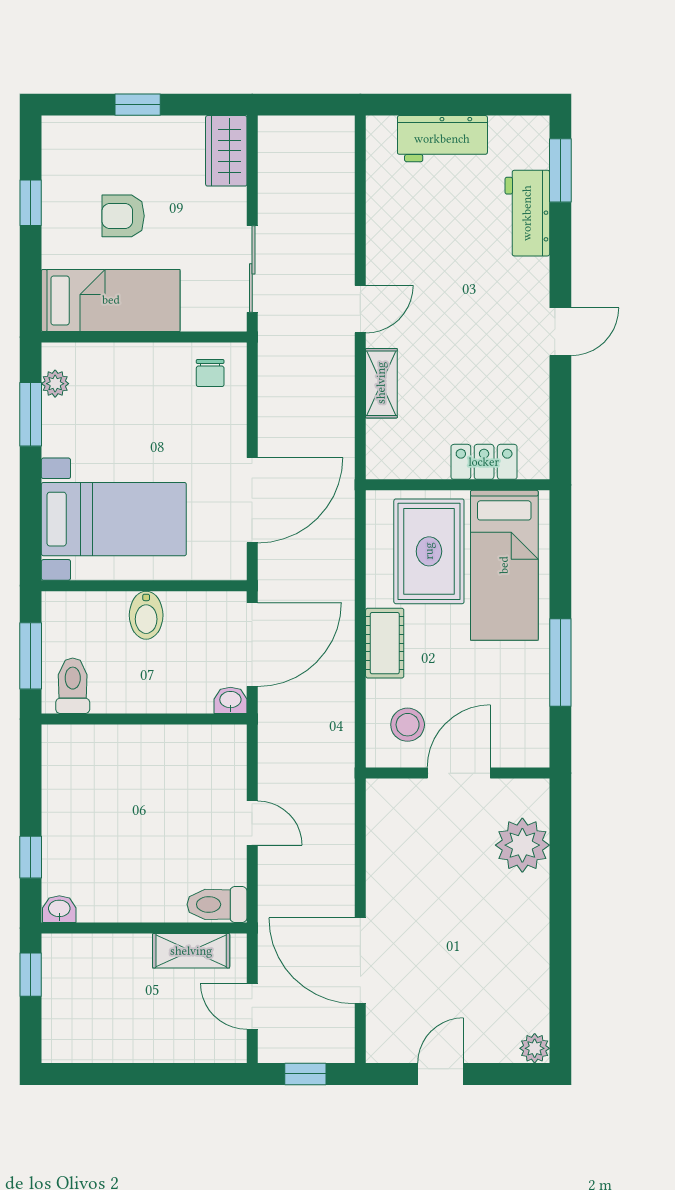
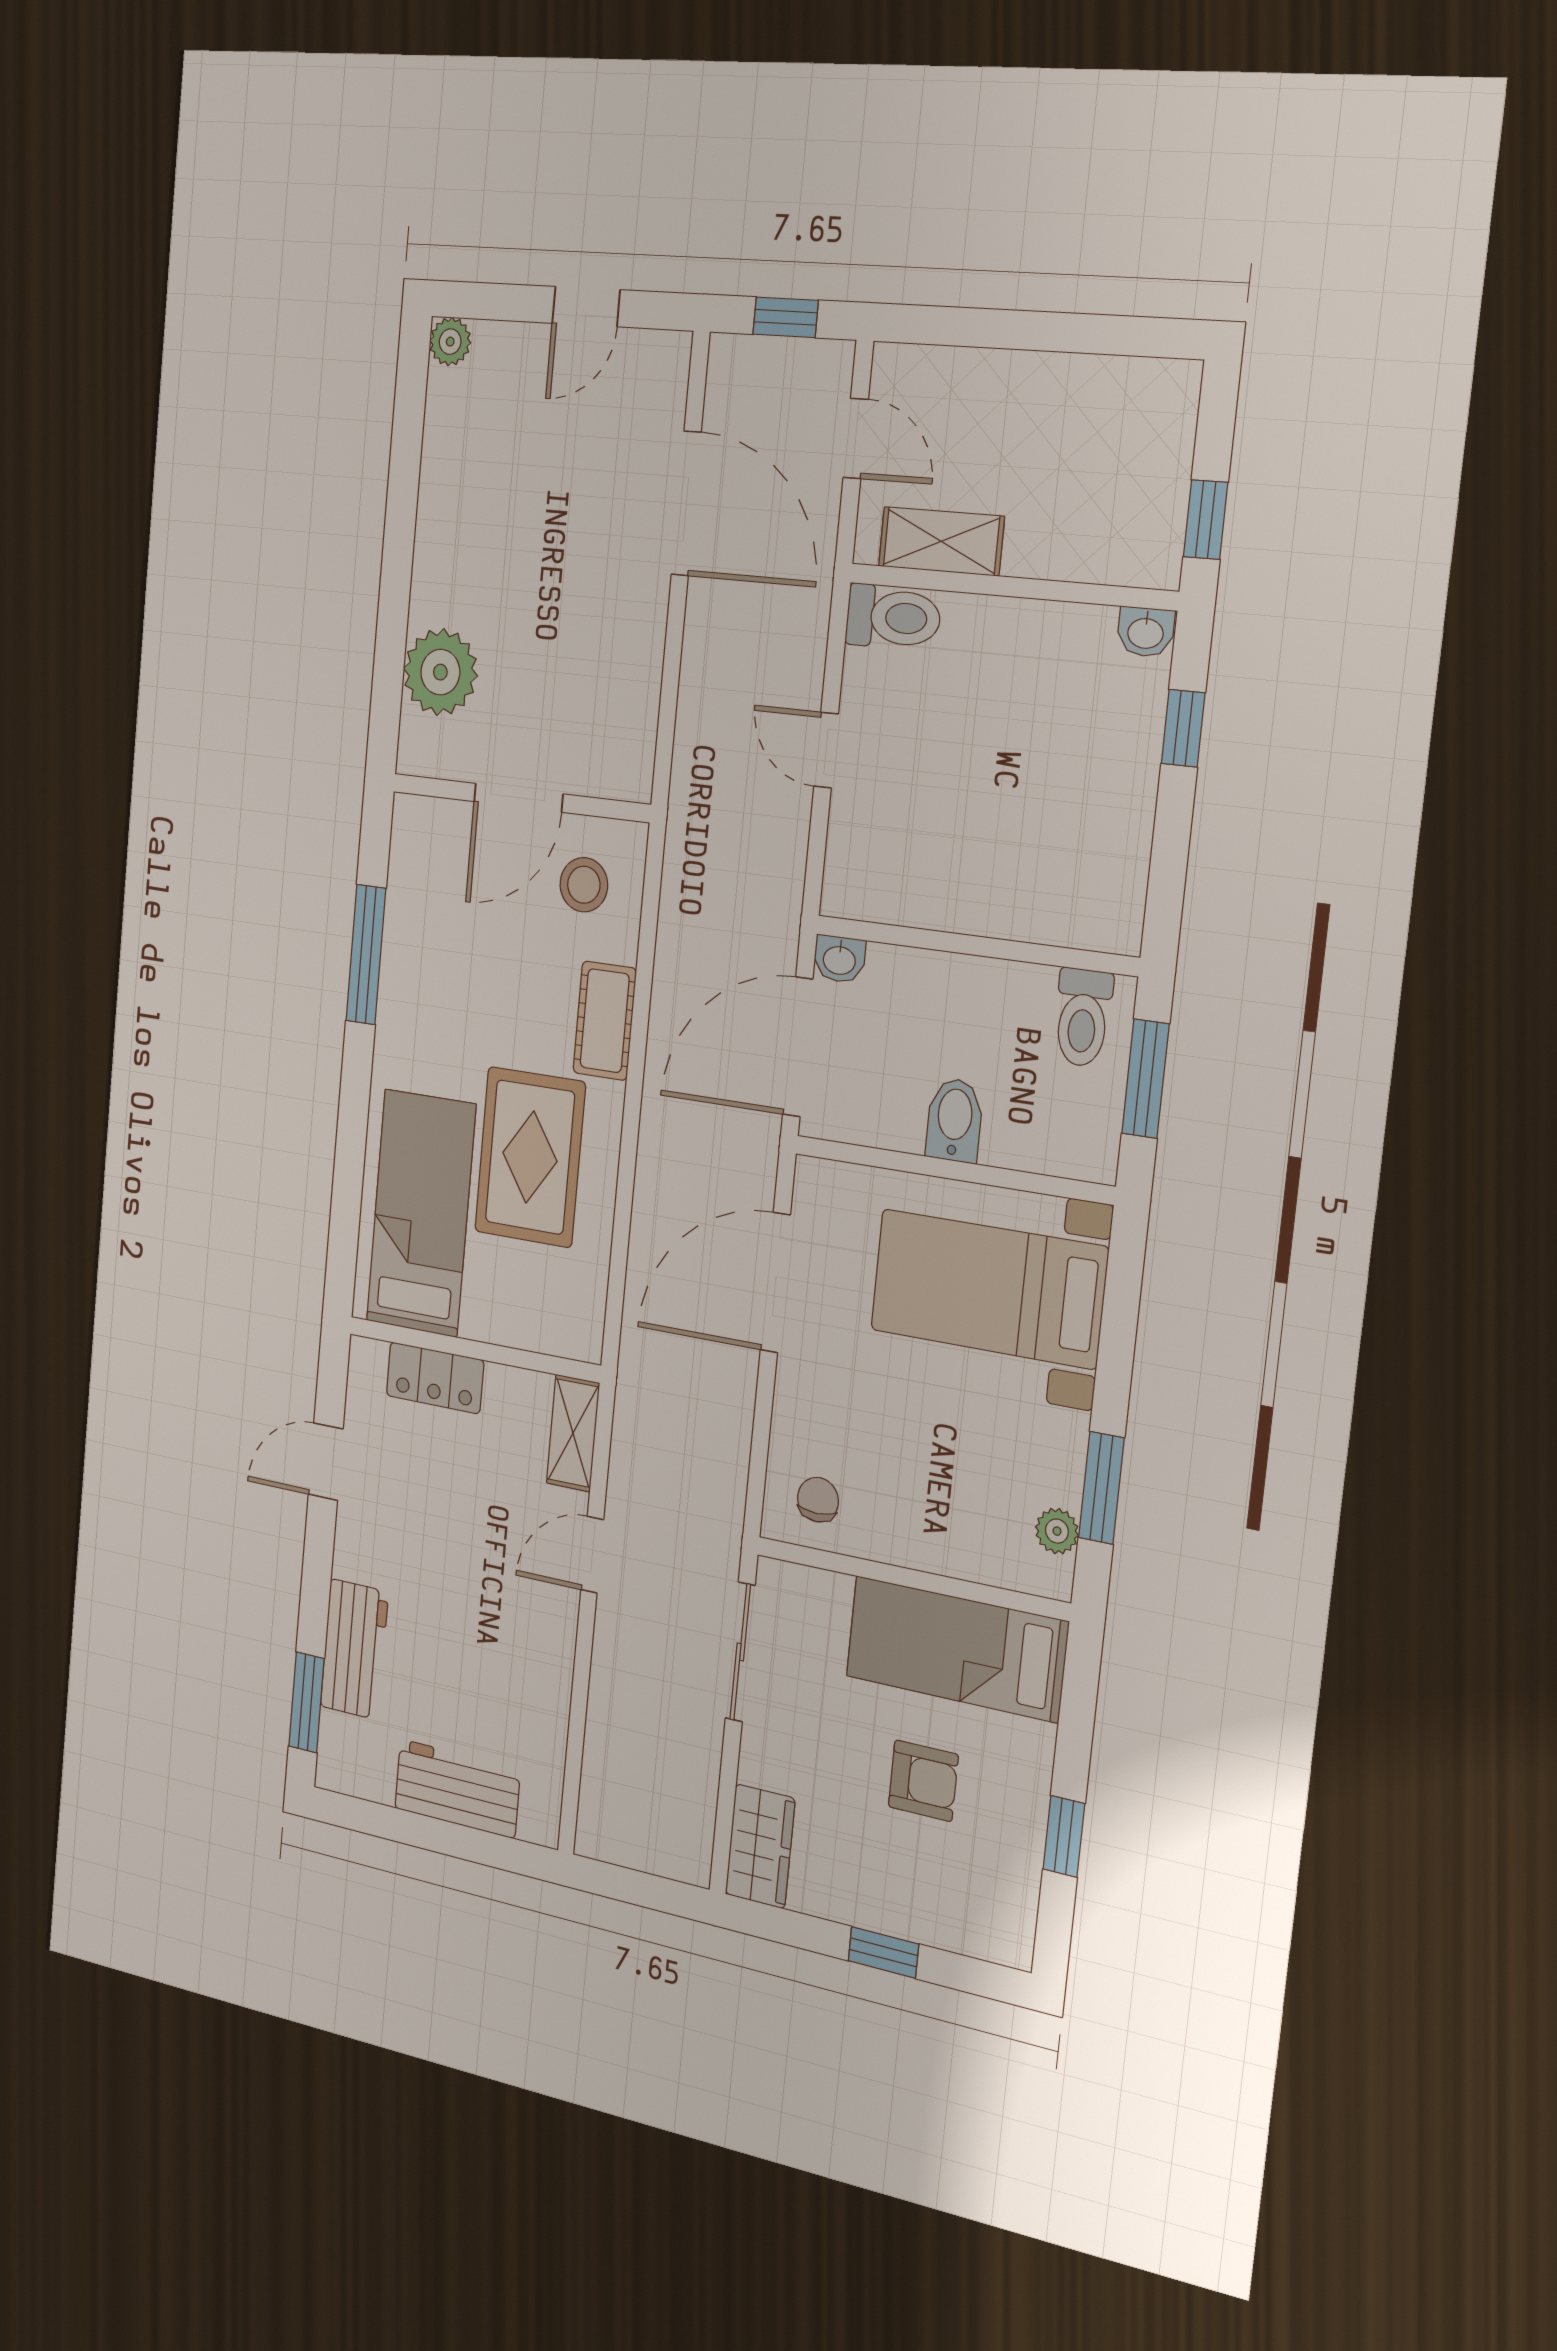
locker: (484, 462) -> (435, 1378), moved
wall: (458, 485) -> (474, 1349), moved
bed: (504, 565) -> (421, 1213), moved

